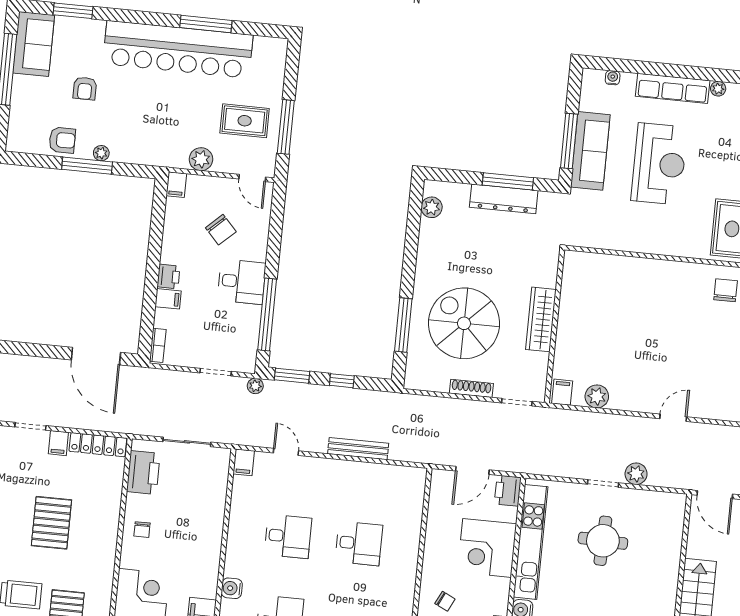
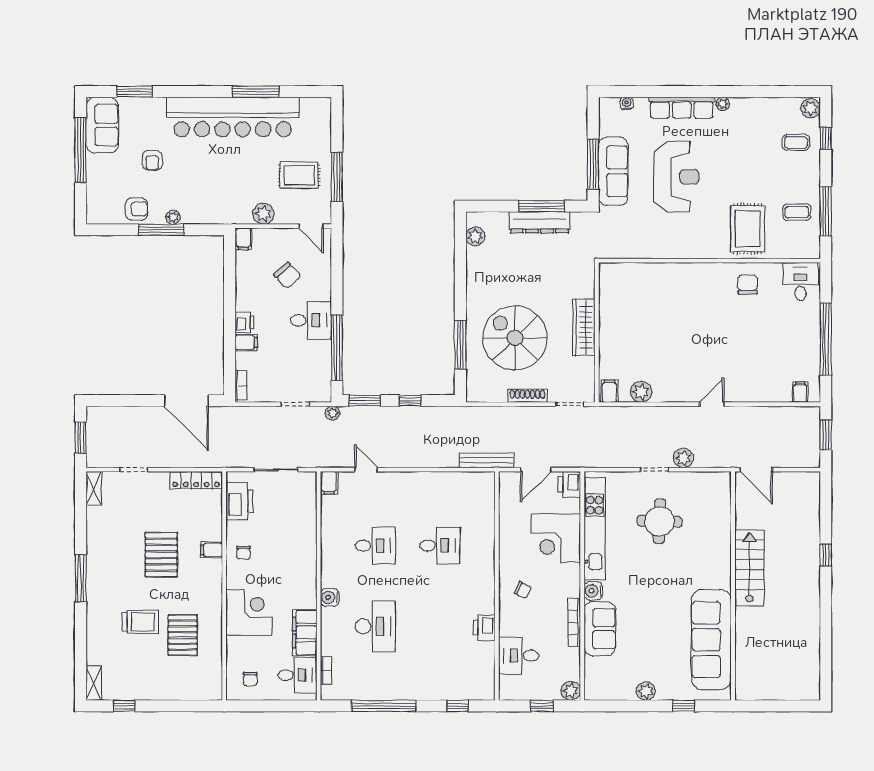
filing cabinet: (58, 443) -> (212, 550), moved, turned 90
bench: (358, 449) -> (486, 460), moved

